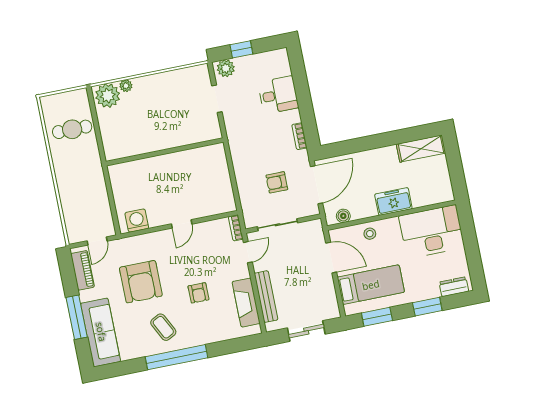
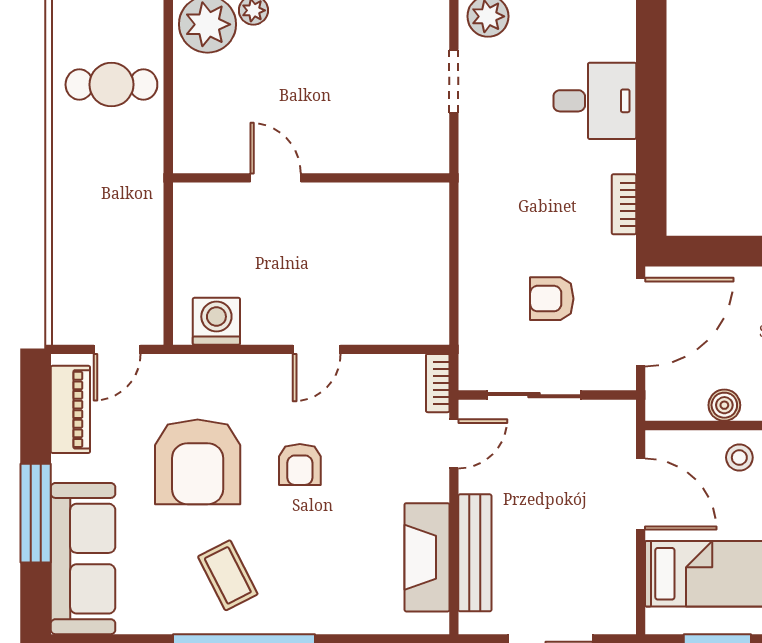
door: (150, 155) -> (276, 178), added
boiler: (343, 216) -> (724, 405), moved
armchair: (198, 293) -> (300, 464), moved

